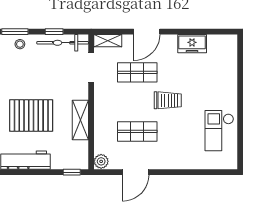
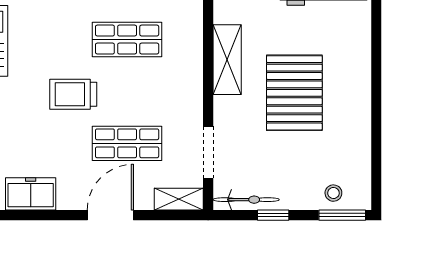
bicycle: (63, 43) -> (246, 200), width x0.73, depth x0.71
pallet: (31, 115) -> (294, 93), moved, turned 90

